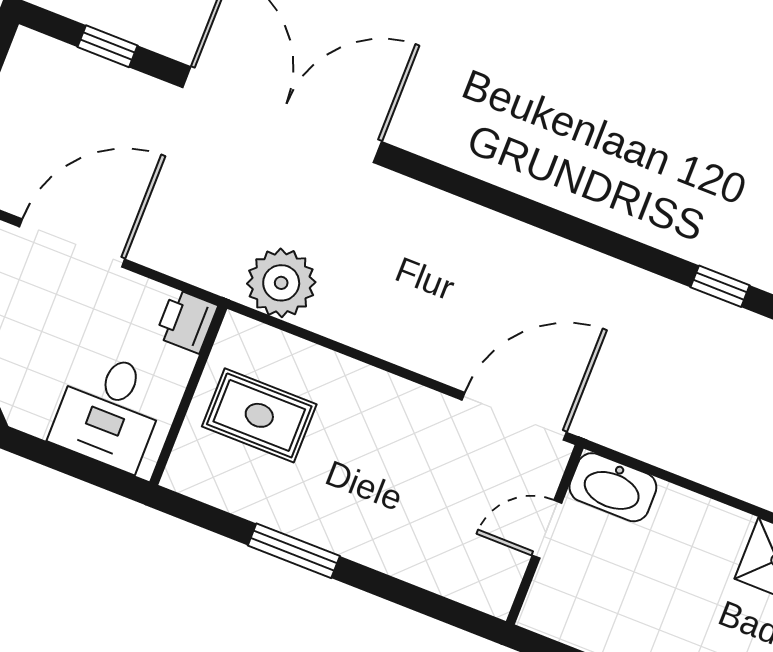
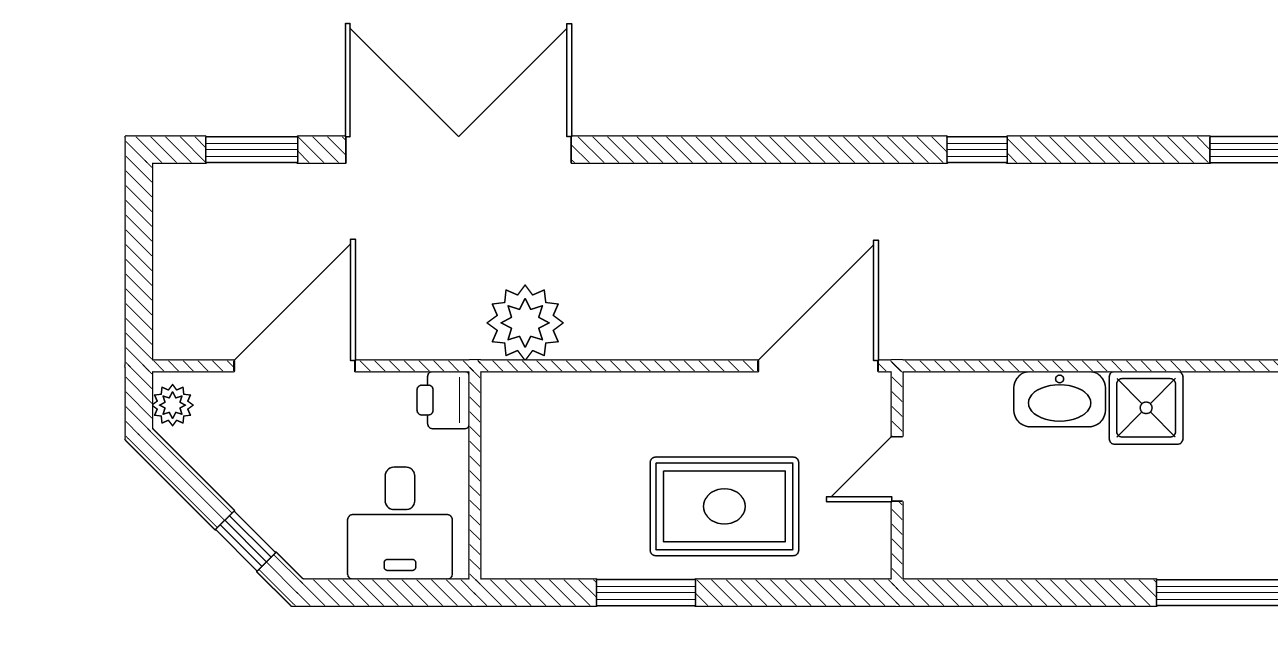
window: (108, 46) -> (252, 150), width x1.50
rug: (259, 415) -> (724, 506), moved, width x1.36, depth x1.43
washbasin: (613, 487) -> (1060, 399), moved

